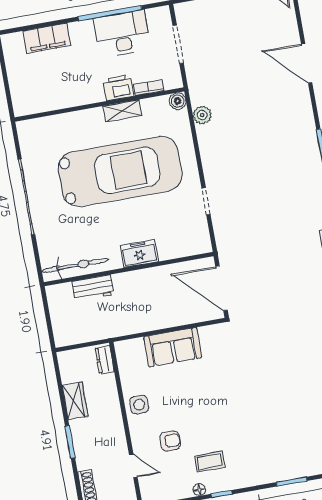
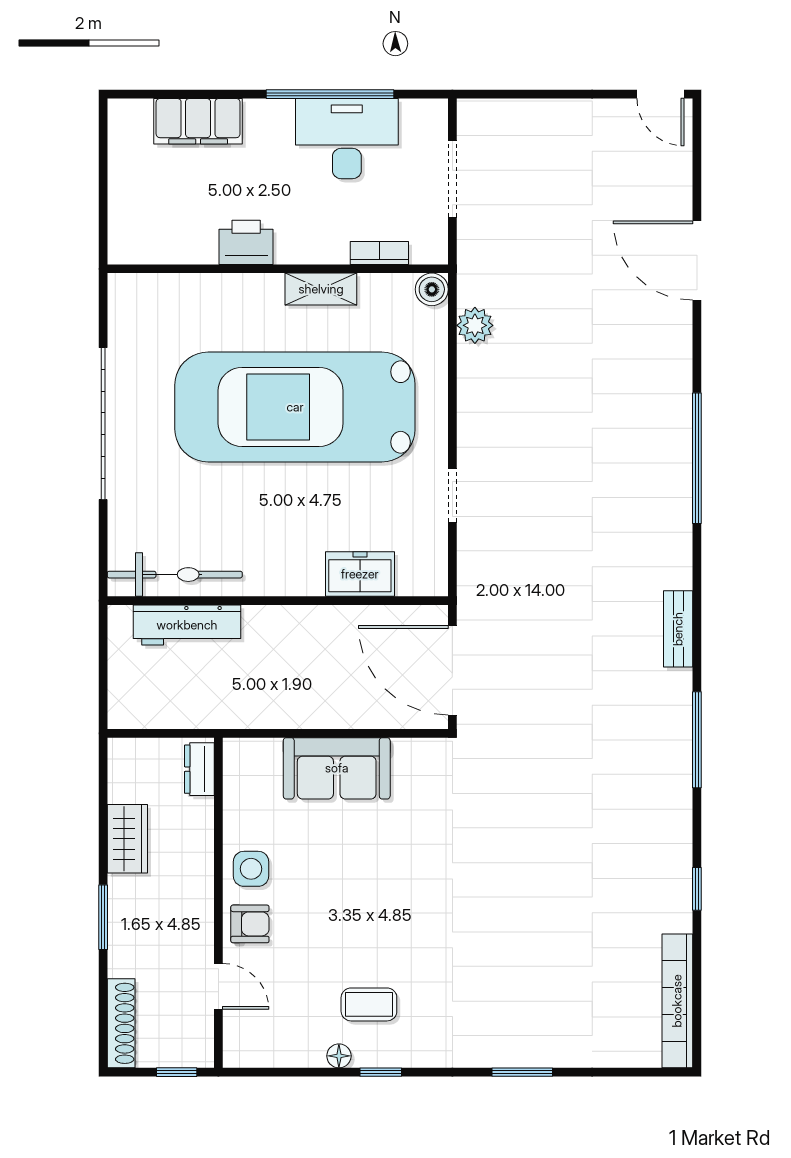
printer: (118, 88) -> (246, 242), moved
car: (120, 172) -> (295, 407), turned 180
freezer: (139, 254) -> (360, 574), moved
workbench: (93, 288) -> (187, 625), width x1.38
armchair: (170, 441) -> (250, 924), moved

